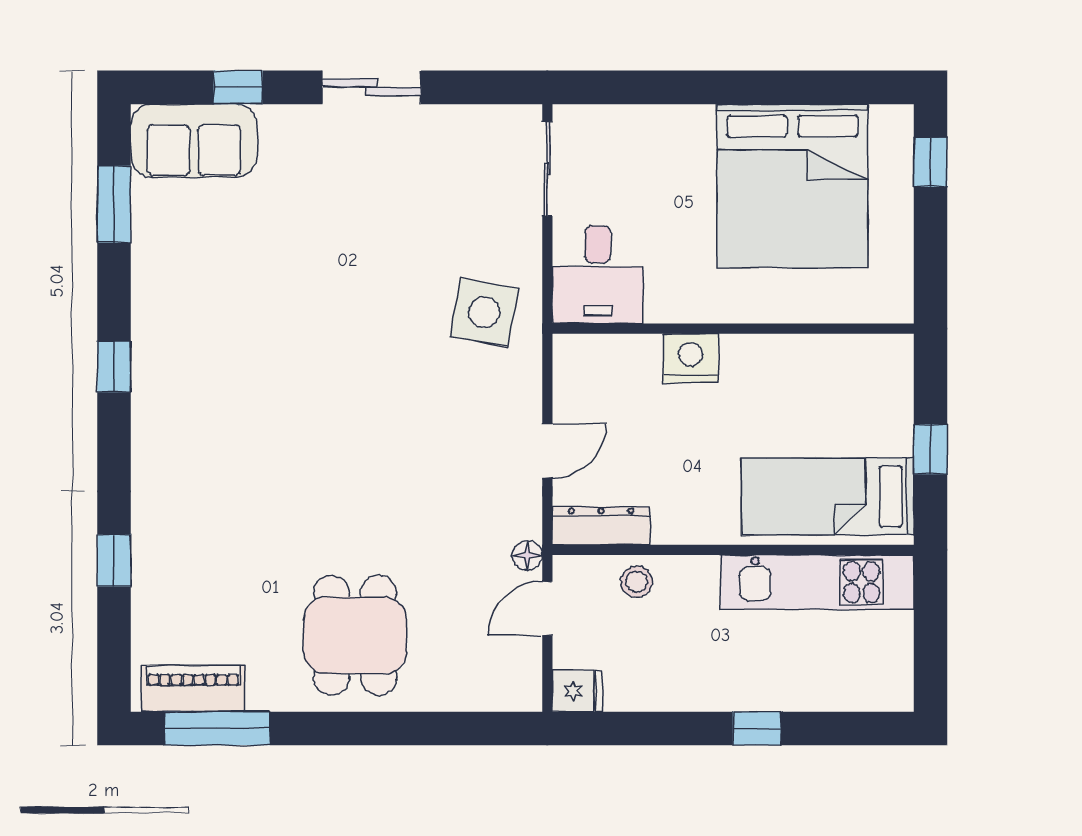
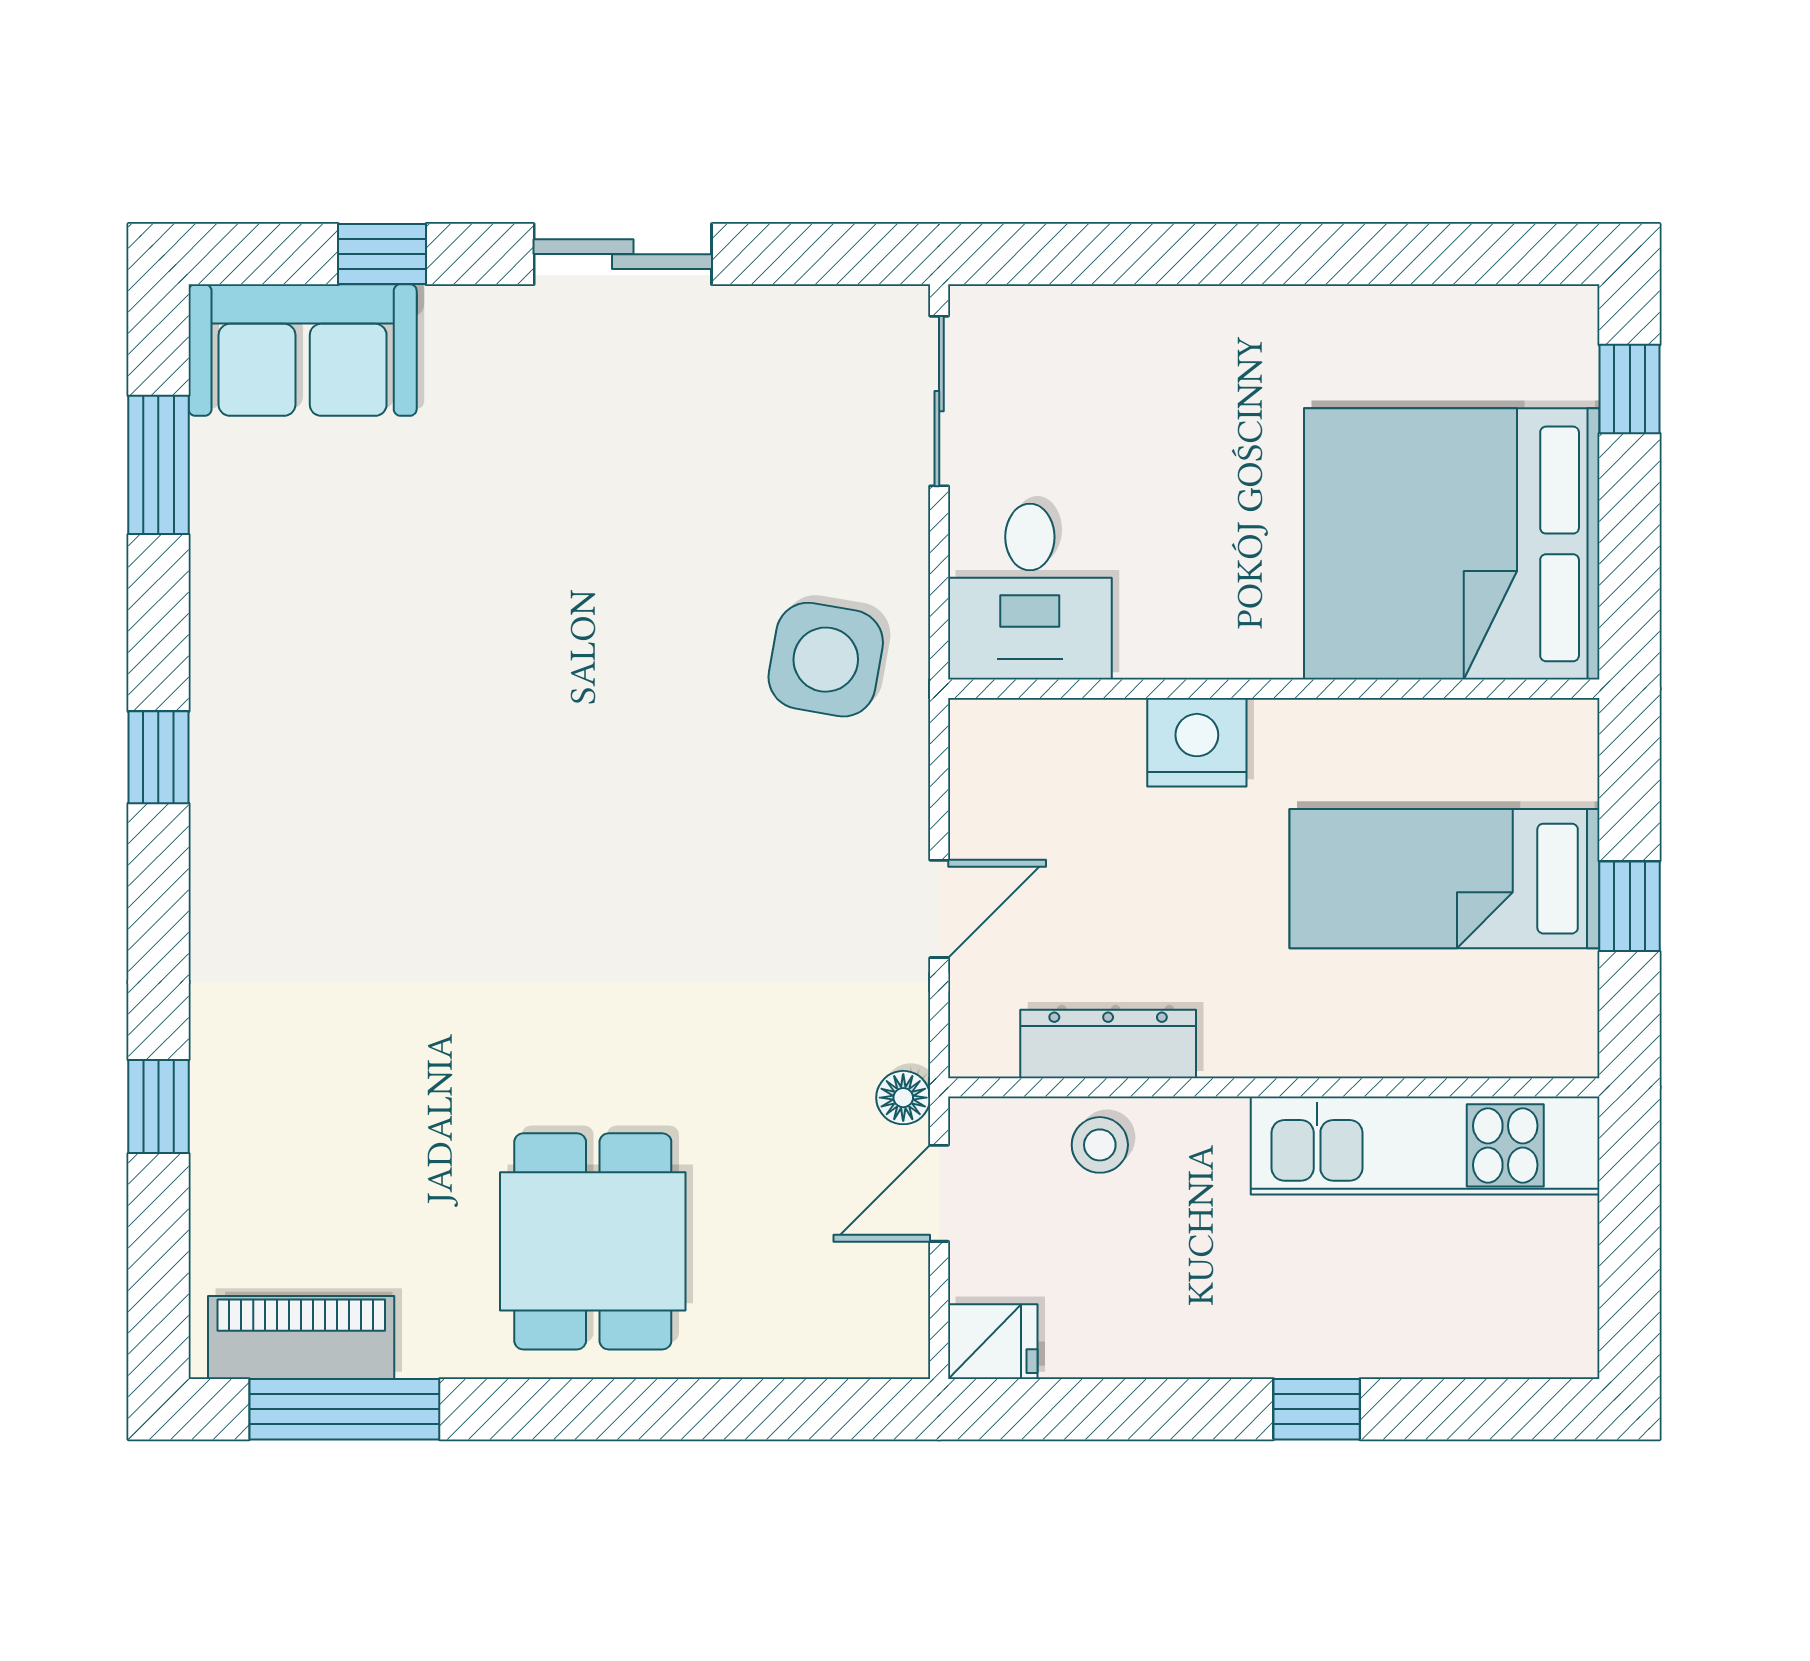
bed: (792, 186) -> (1452, 544), moved, turned 90
bed: (828, 496) -> (1445, 879), moved
dresser: (601, 526) -> (1108, 1044), moved

